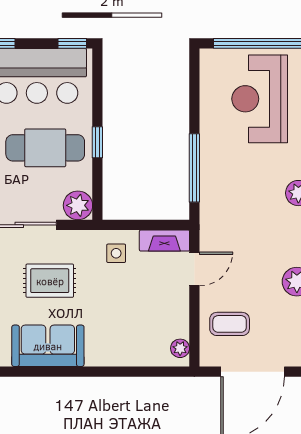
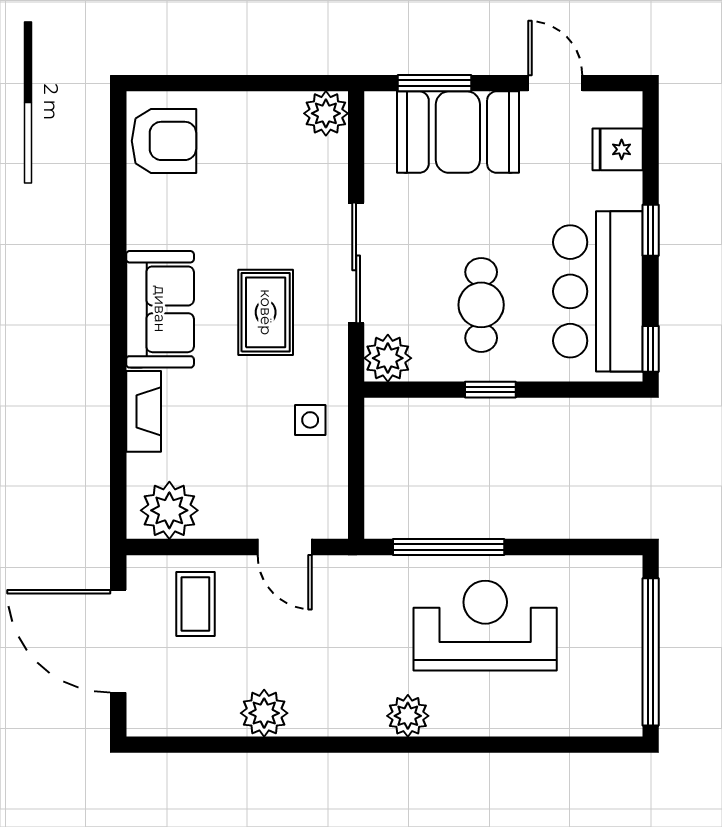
reception desk: (260, 99) -> (485, 626), moved
cafe table: (45, 148) -> (481, 305), width x0.73, depth x0.74
fireplace: (164, 241) -> (144, 411), moved, turned 180
plant: (180, 348) -> (169, 510), width x1.88, depth x1.88

